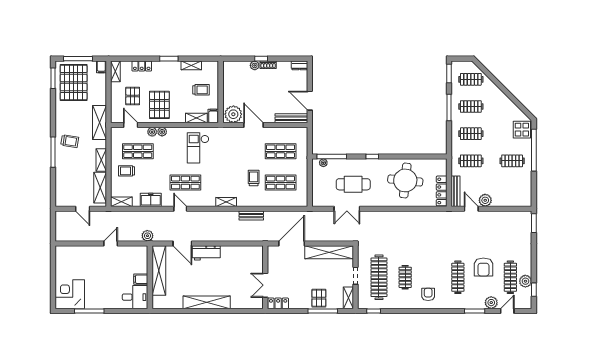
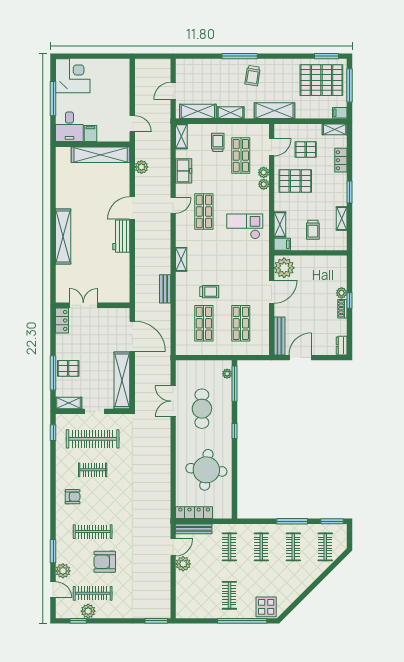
shelving: (159, 271) -> (101, 155), moved
wall: (150, 277) -> (93, 144), moved
filing cabinet: (141, 279) -> (90, 134), moved
desk: (135, 297) -> (69, 127), moved

